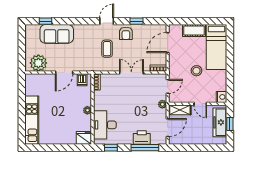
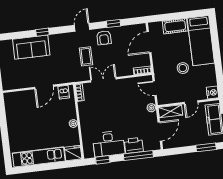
window: (46, 21) -> (42, 32), moved
plant: (38, 63) -> (16, 80), removed
double door: (131, 73) -> (103, 80), moved
door: (168, 86) -> (155, 88), swing flipped
door: (200, 104) -> (191, 102), hinge flipped
kitchen unit: (32, 120) -> (39, 157), moved, turned -90
desk: (105, 125) -> (109, 144), moved, turned -90
window: (209, 148) -> (206, 147), added

